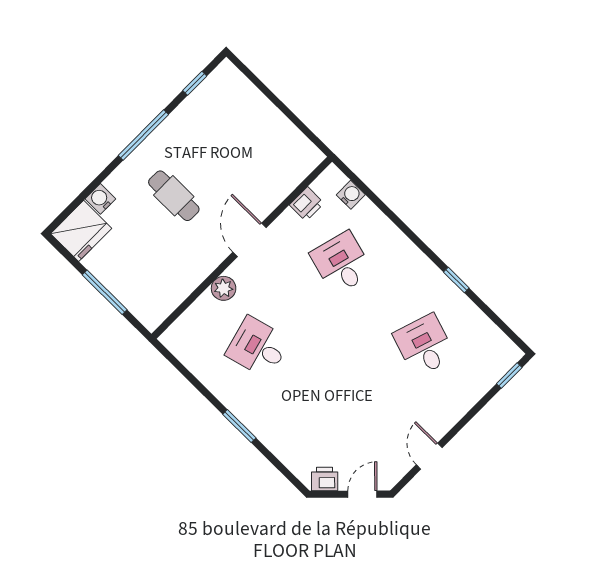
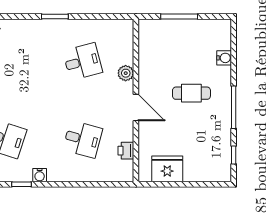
water cooler: (351, 195) -> (40, 175), moved
fridge: (81, 231) -> (167, 169), moved, turned 90

